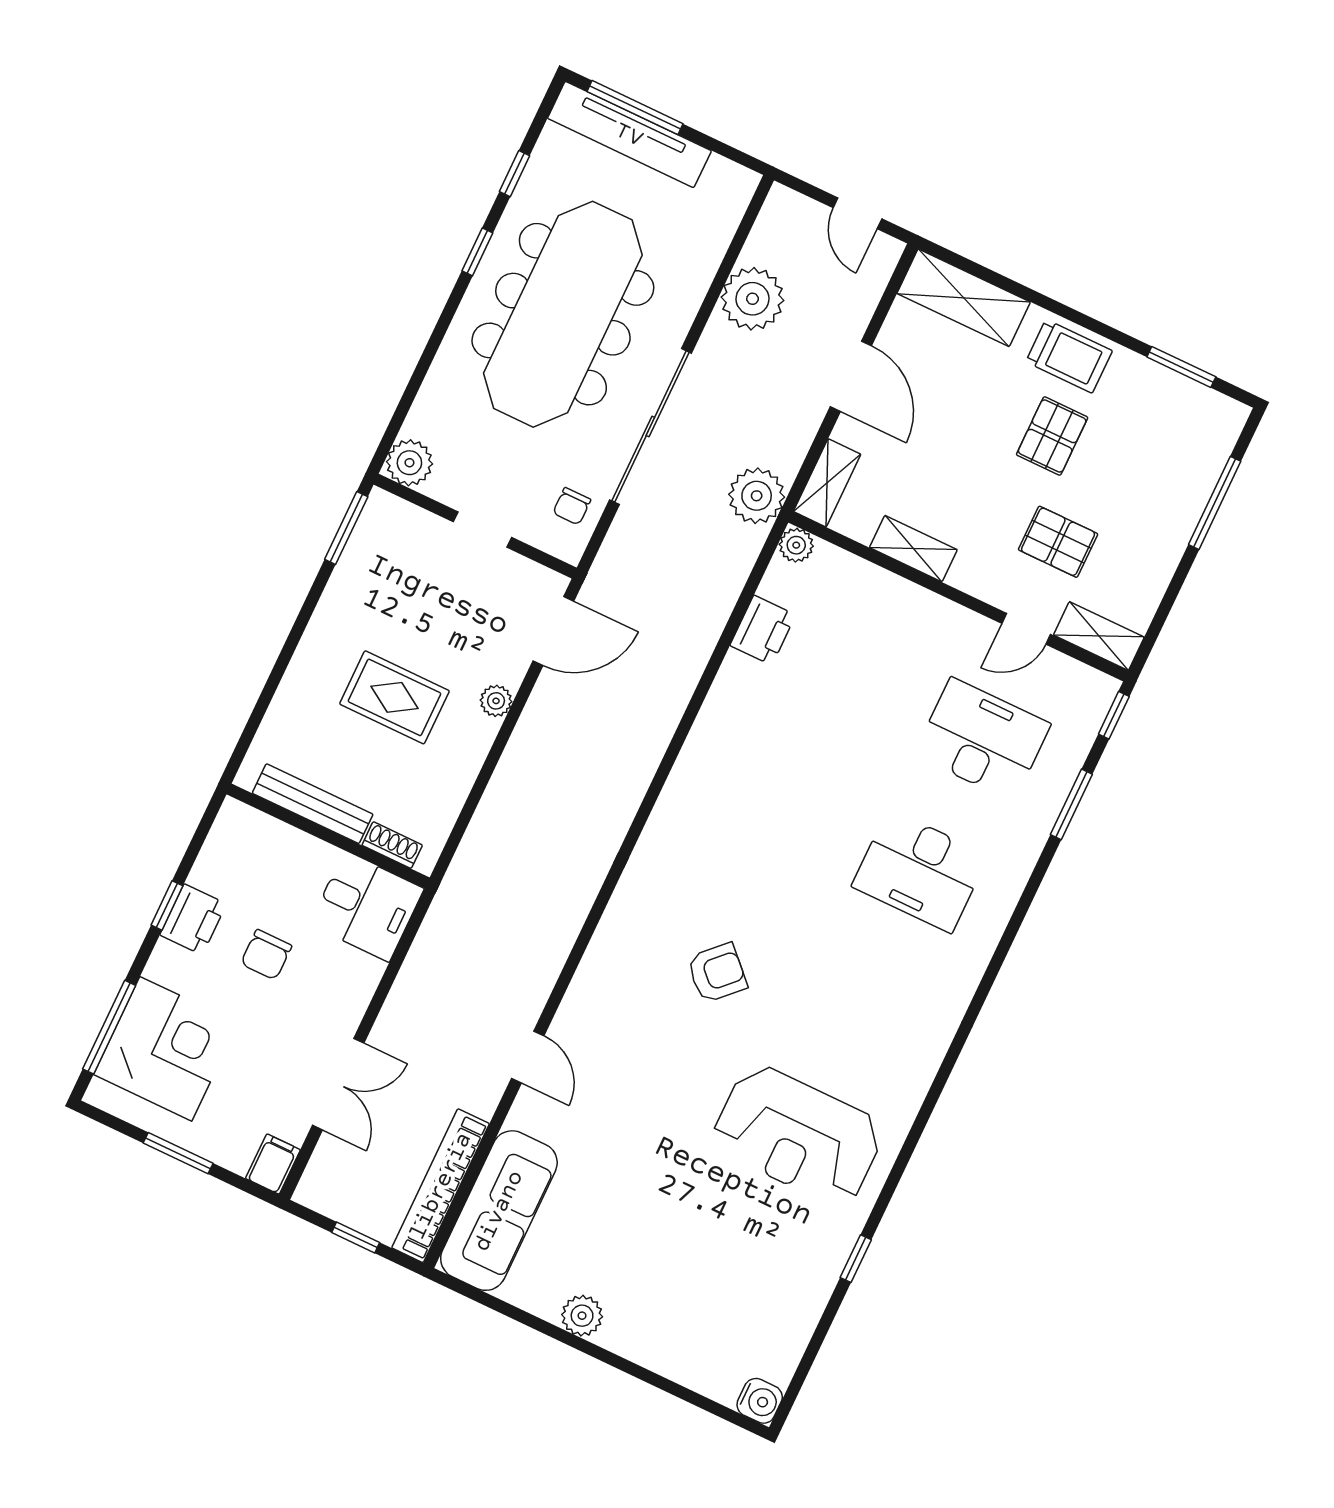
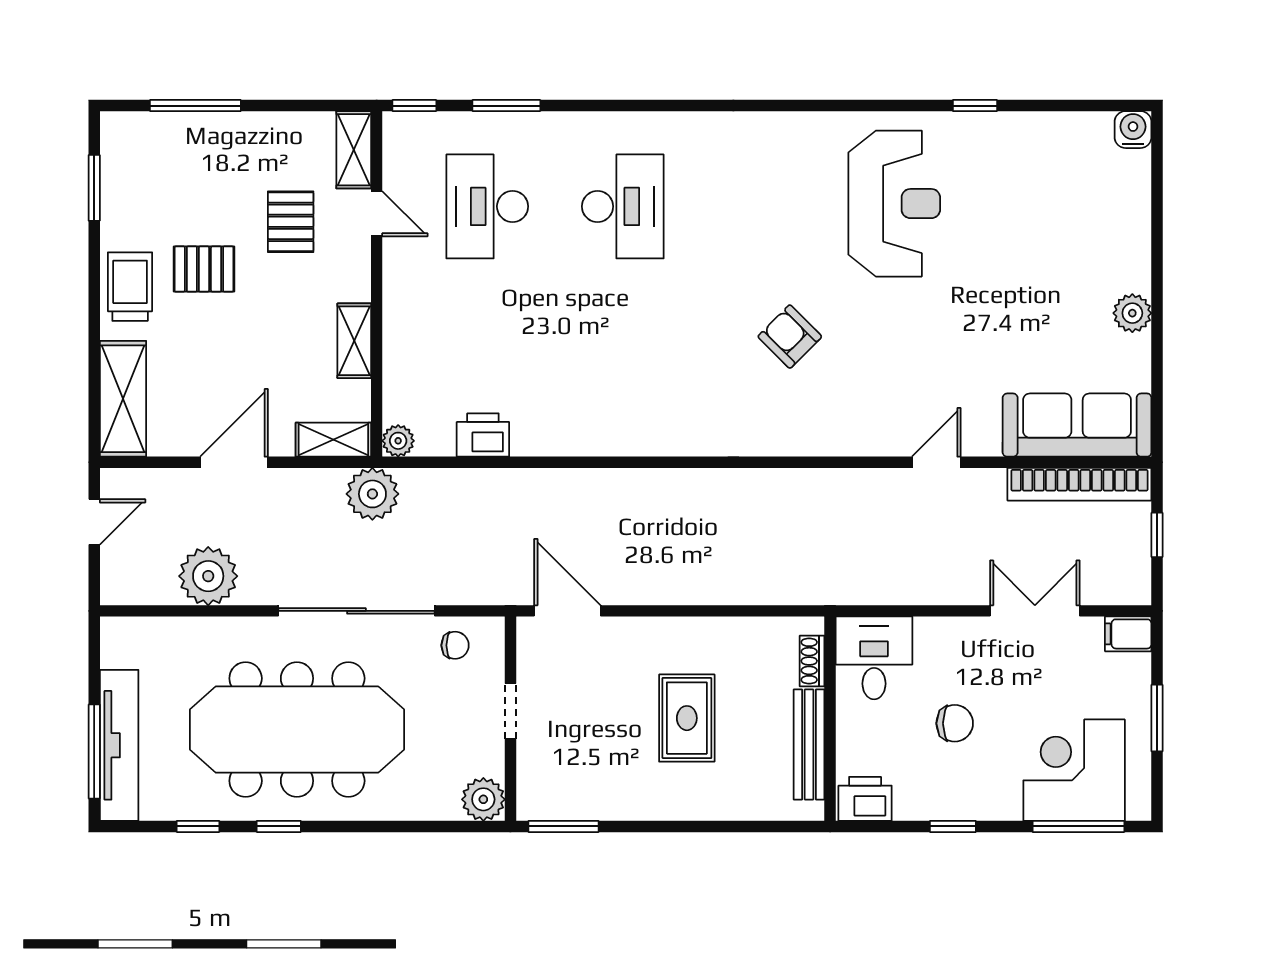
plant: (496, 701) -> (649, 631), removed
printer: (193, 919) -> (865, 799), moved

